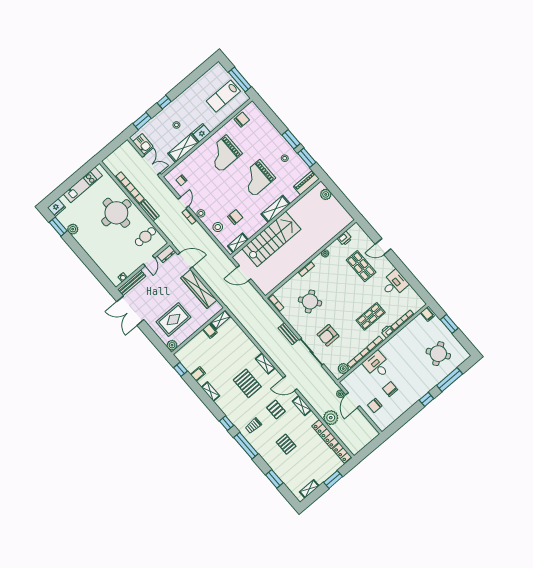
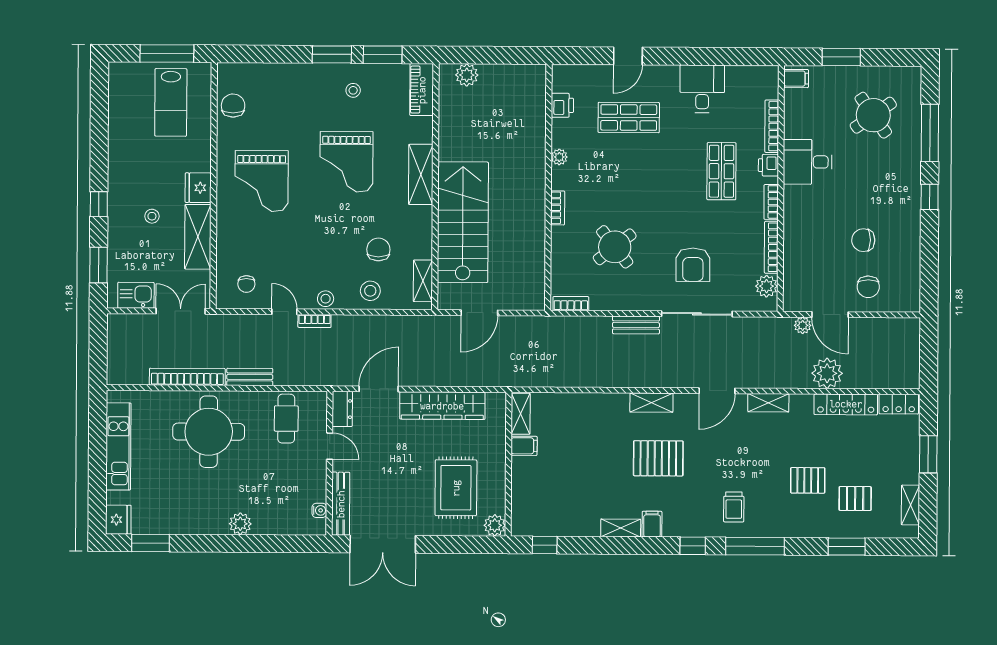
plant: (73, 229) -> (240, 524), moved
desk: (377, 365) -> (808, 162), moved
filing cabinet: (198, 374) -> (652, 524), moved
pallet: (276, 409) -> (855, 499), moved

